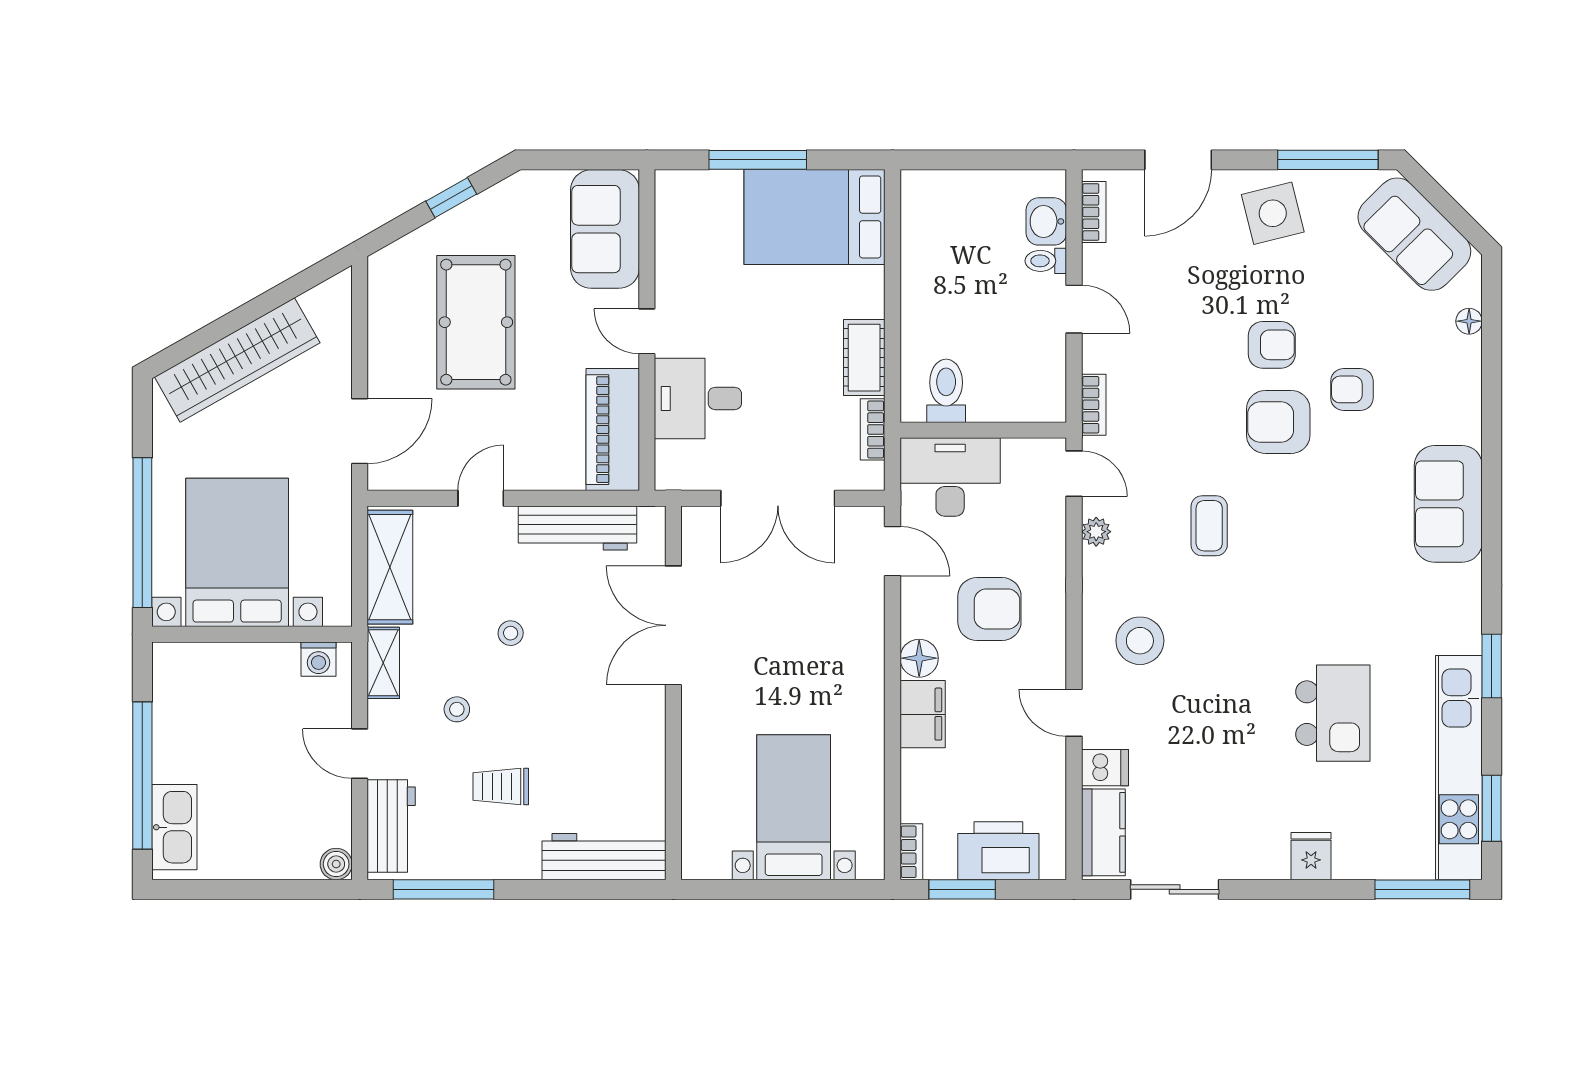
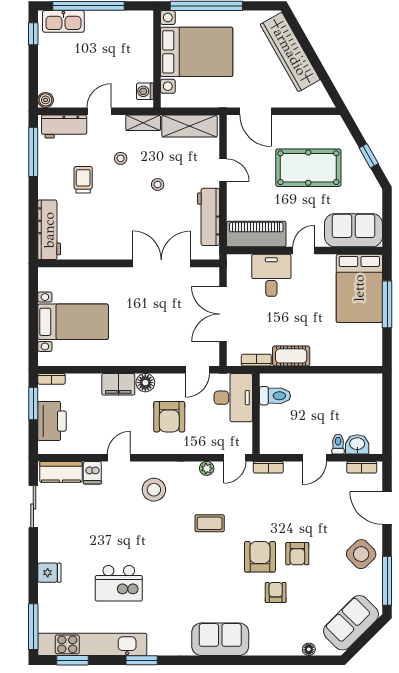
side table: (1273, 213) -> (361, 554), turned -30
bed: (814, 217) -> (359, 288), moved, turned 180
window: (200, 889) -> (33, 34), added

